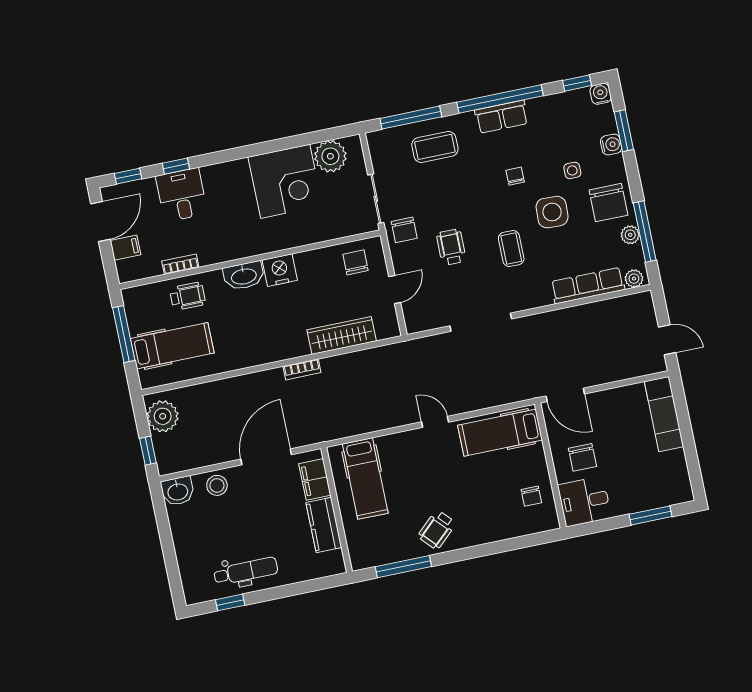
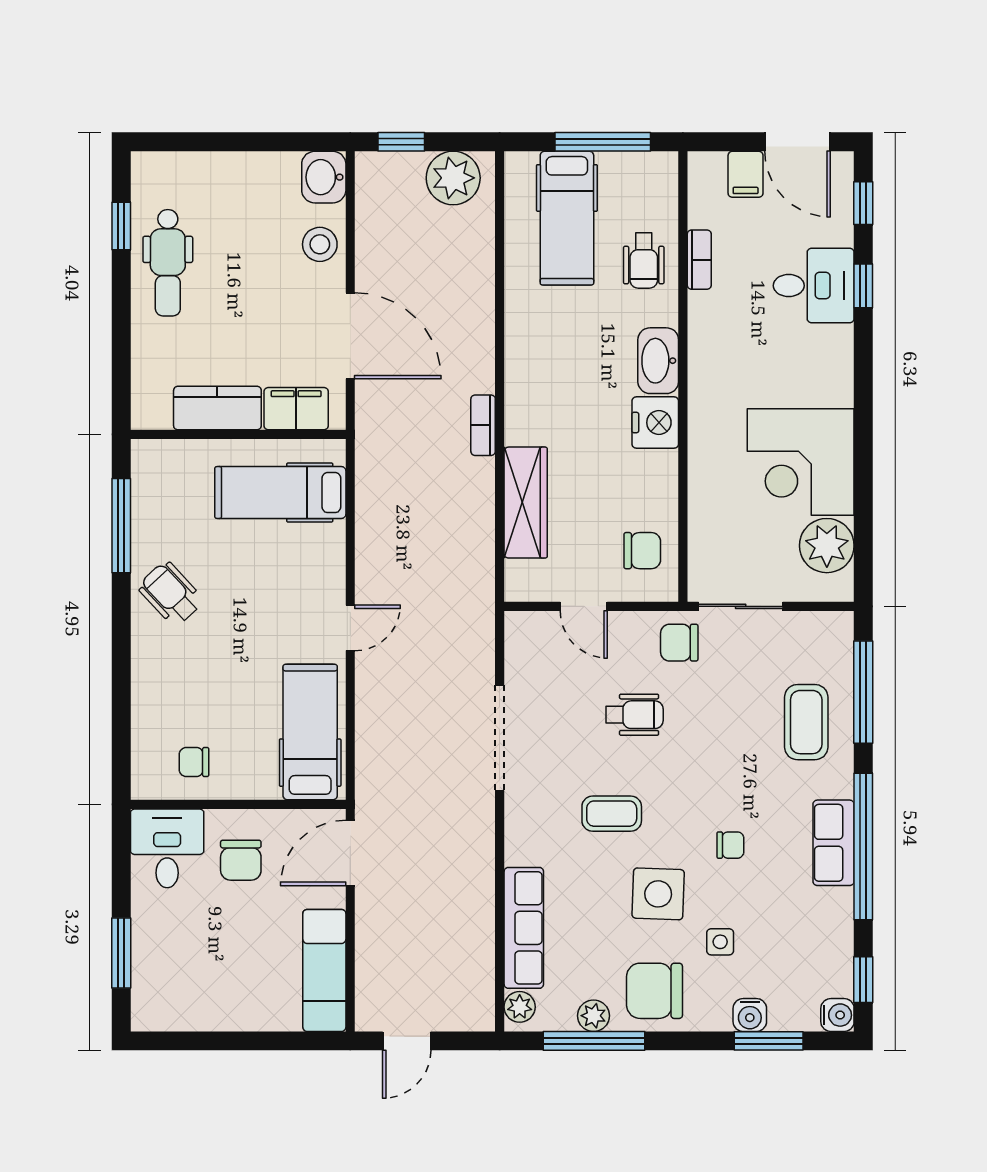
exam couch: (664, 414) -> (324, 970), moved, turned -90
chair: (582, 457) -> (241, 860), turned -90

